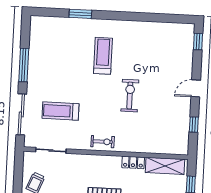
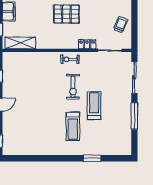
exercise bike: (130, 96) -> (73, 87), moved
treadmill: (60, 111) -> (94, 106), moved, turned -90
locker: (133, 162) -> (87, 44), moved

